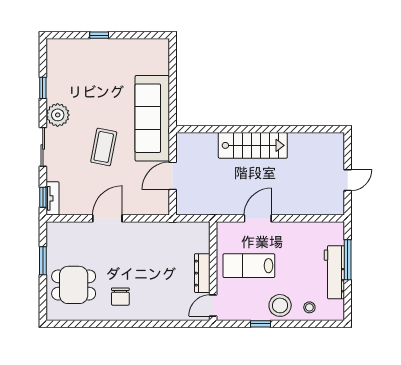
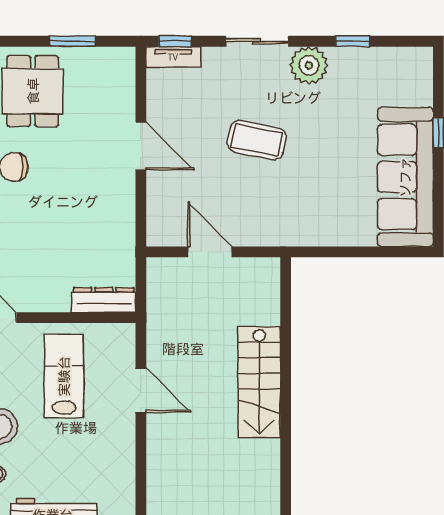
sofa: (152, 118) -> (405, 177), moved, turned -90
dresser: (202, 273) -> (104, 300), moved

